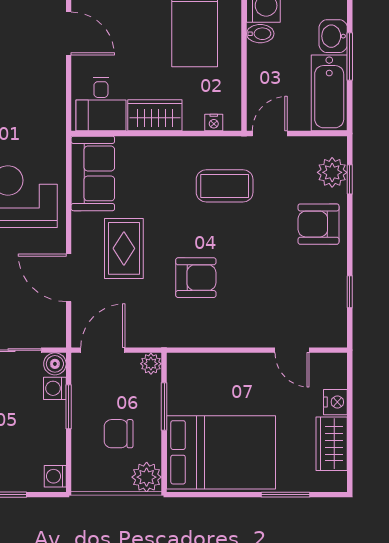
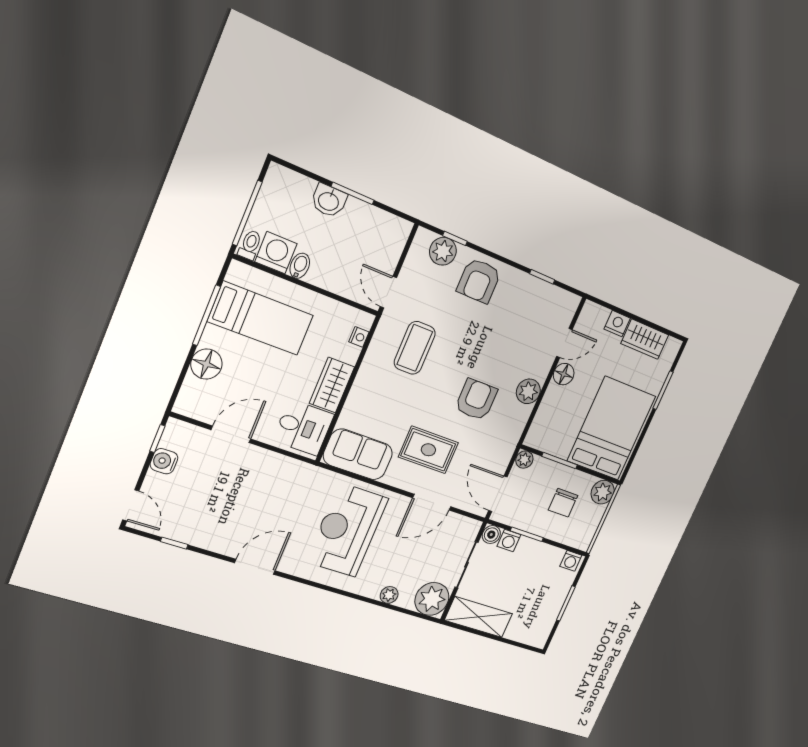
bathtub: (329, 93) -> (376, 225), removed
plant: (226, 333) -> (528, 391), added
floor lamp: (259, 365) -> (564, 374), added

